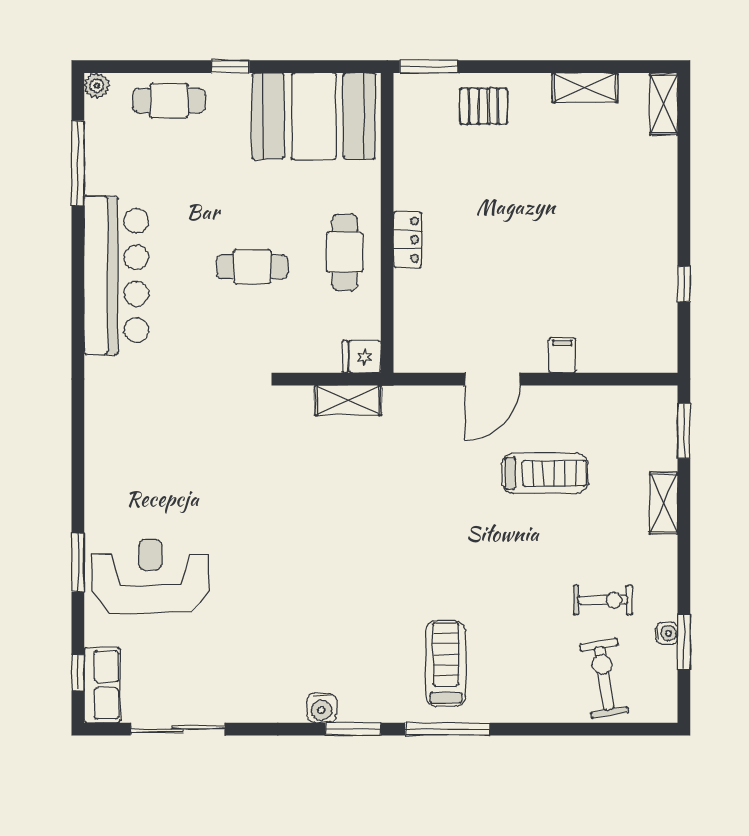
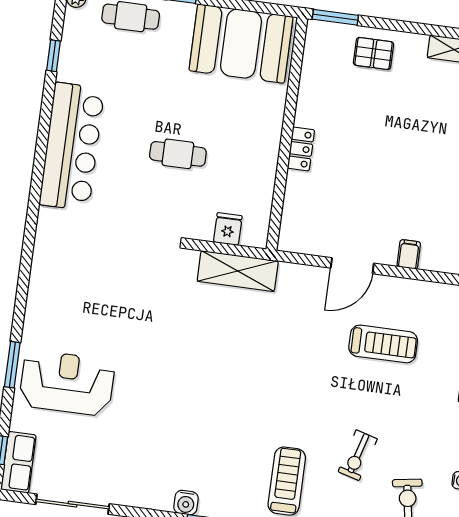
window: (78, 163) -> (54, 56), width x0.46
cafe table: (345, 252) -> (251, 152), removed
fridge: (362, 357) -> (228, 229), moved, turned 90
shelving: (348, 400) -> (238, 271), width x1.50, depth x1.33
exercise bike: (603, 600) -> (358, 455), moved, turned 106

